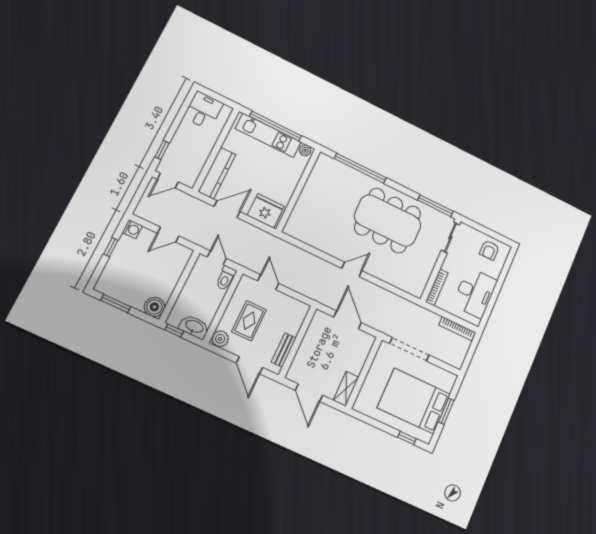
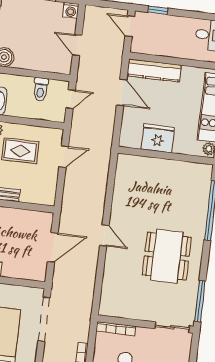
fridge: (266, 211) -> (158, 138), moved, turned -90
dining table: (388, 221) -> (167, 256), width x0.73, depth x0.80
toilet: (226, 278) -> (41, 89), moved, turned -90

